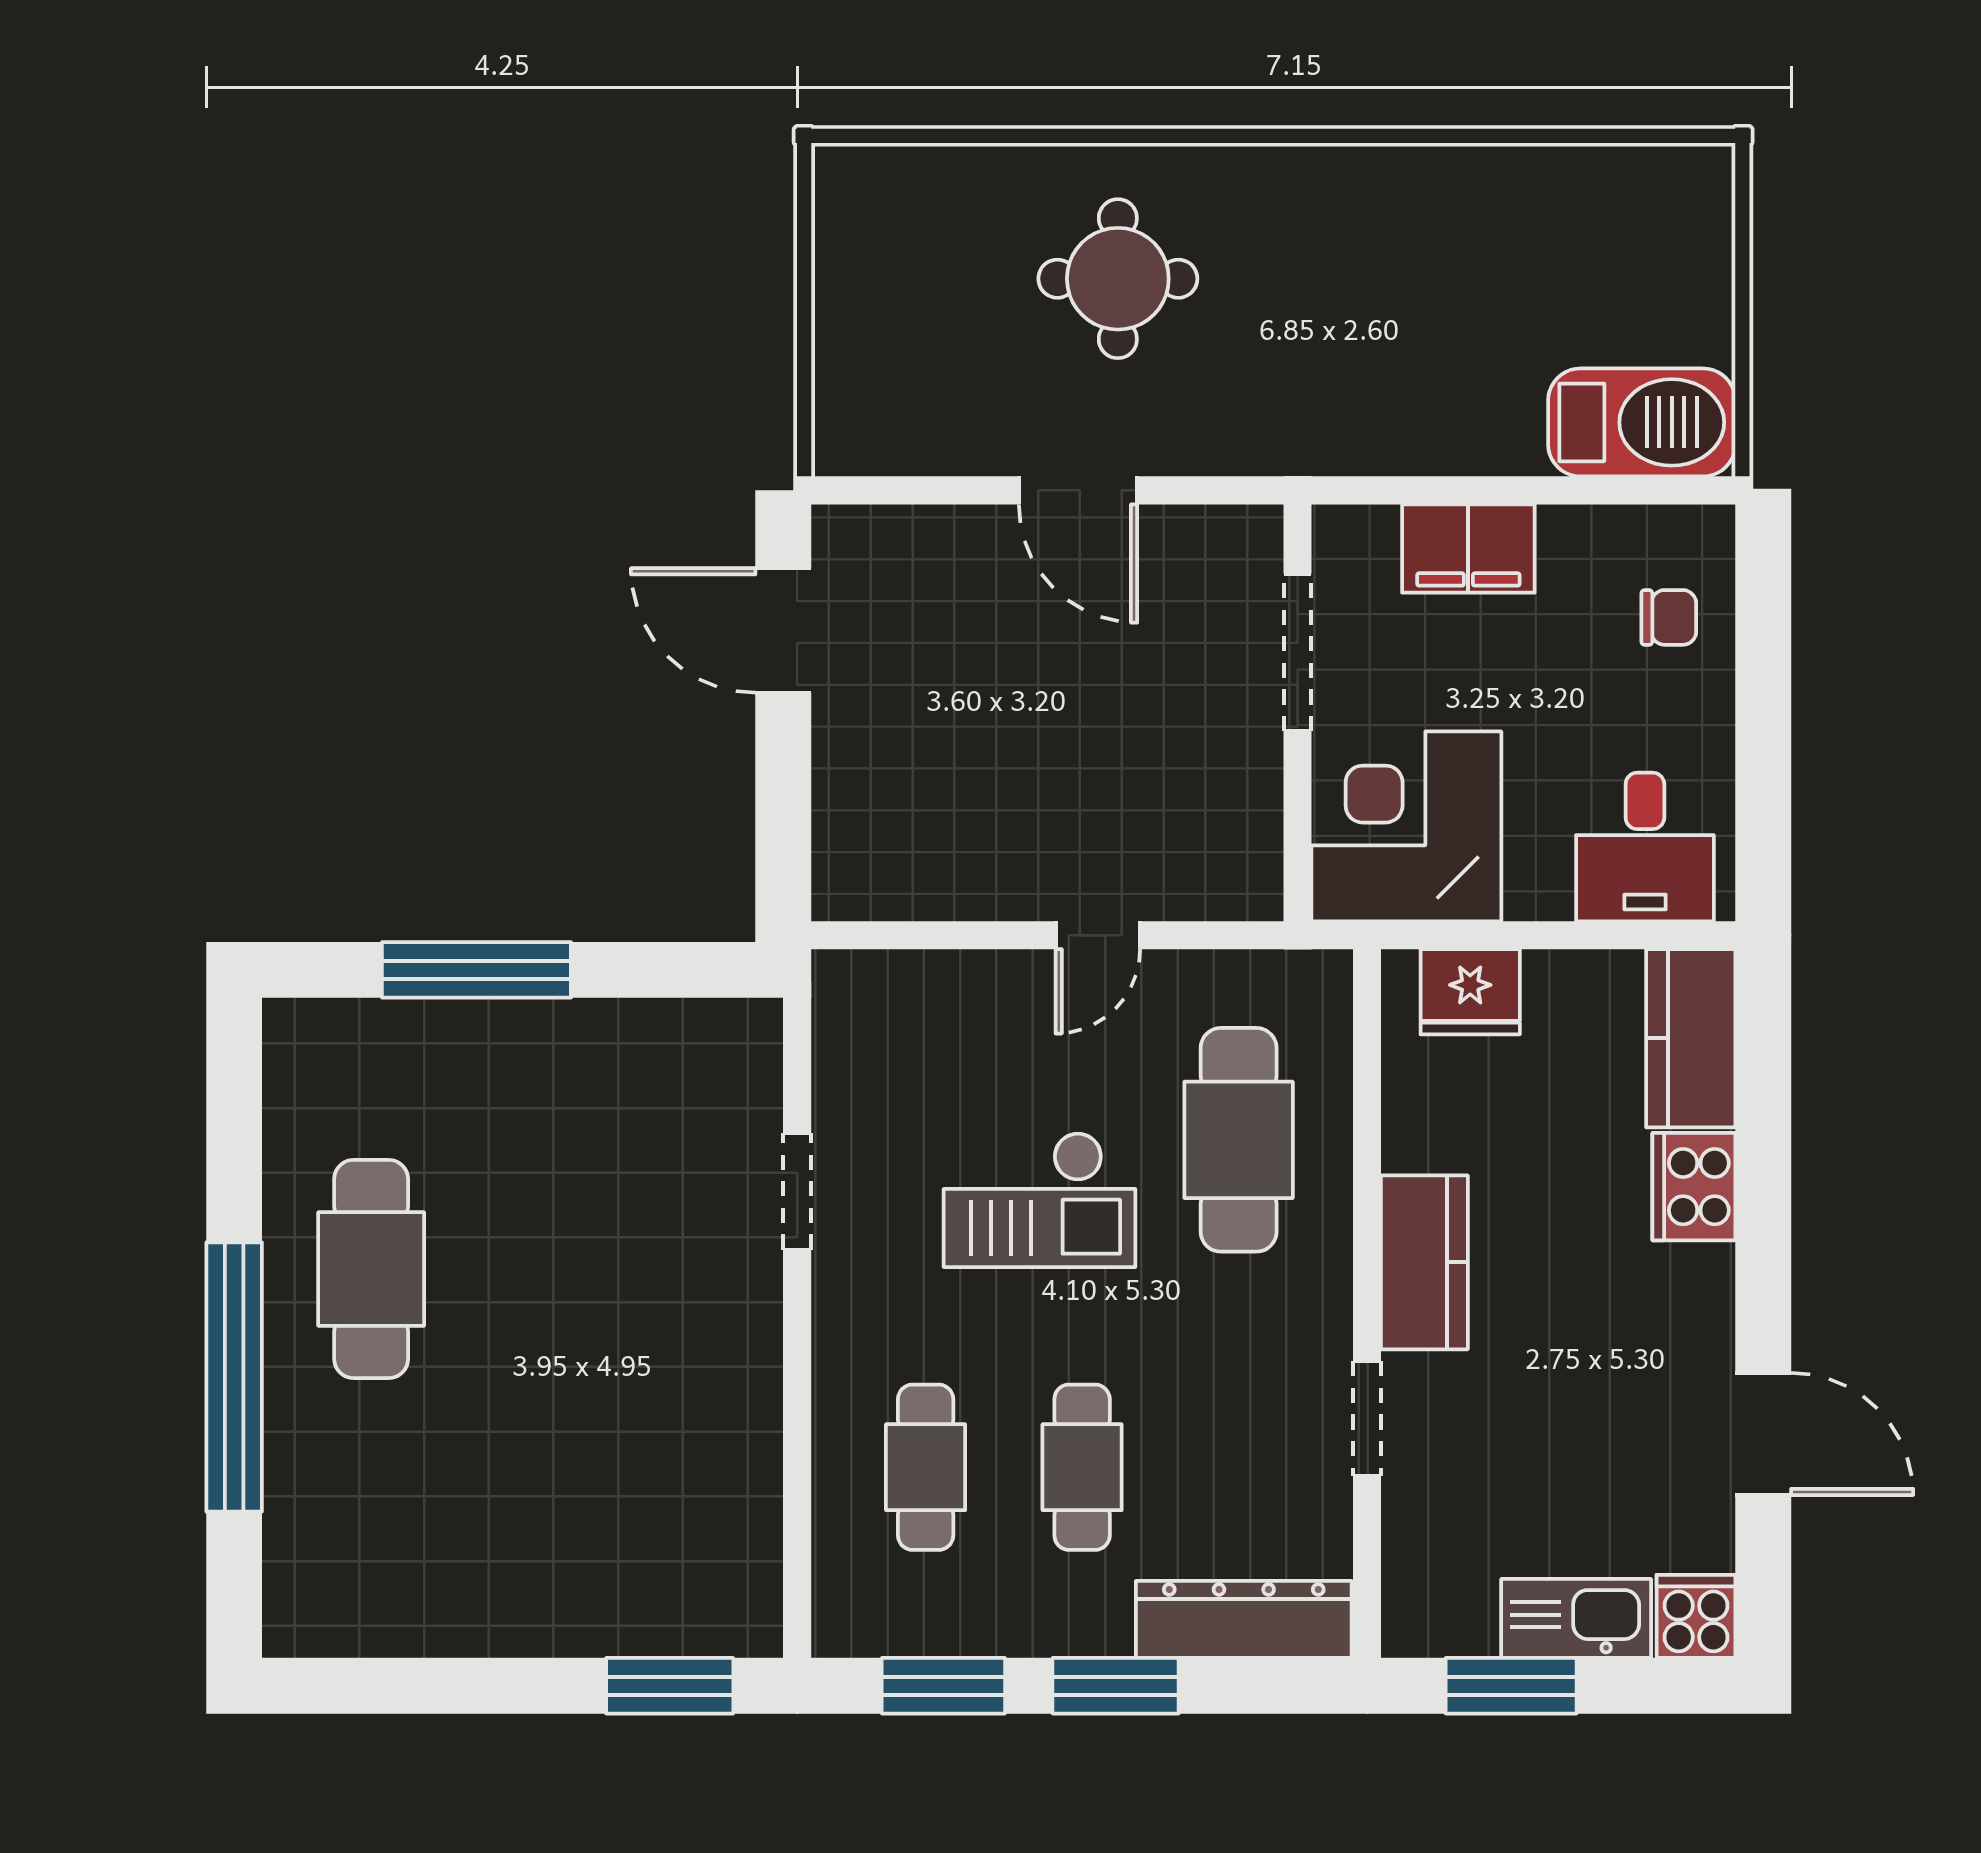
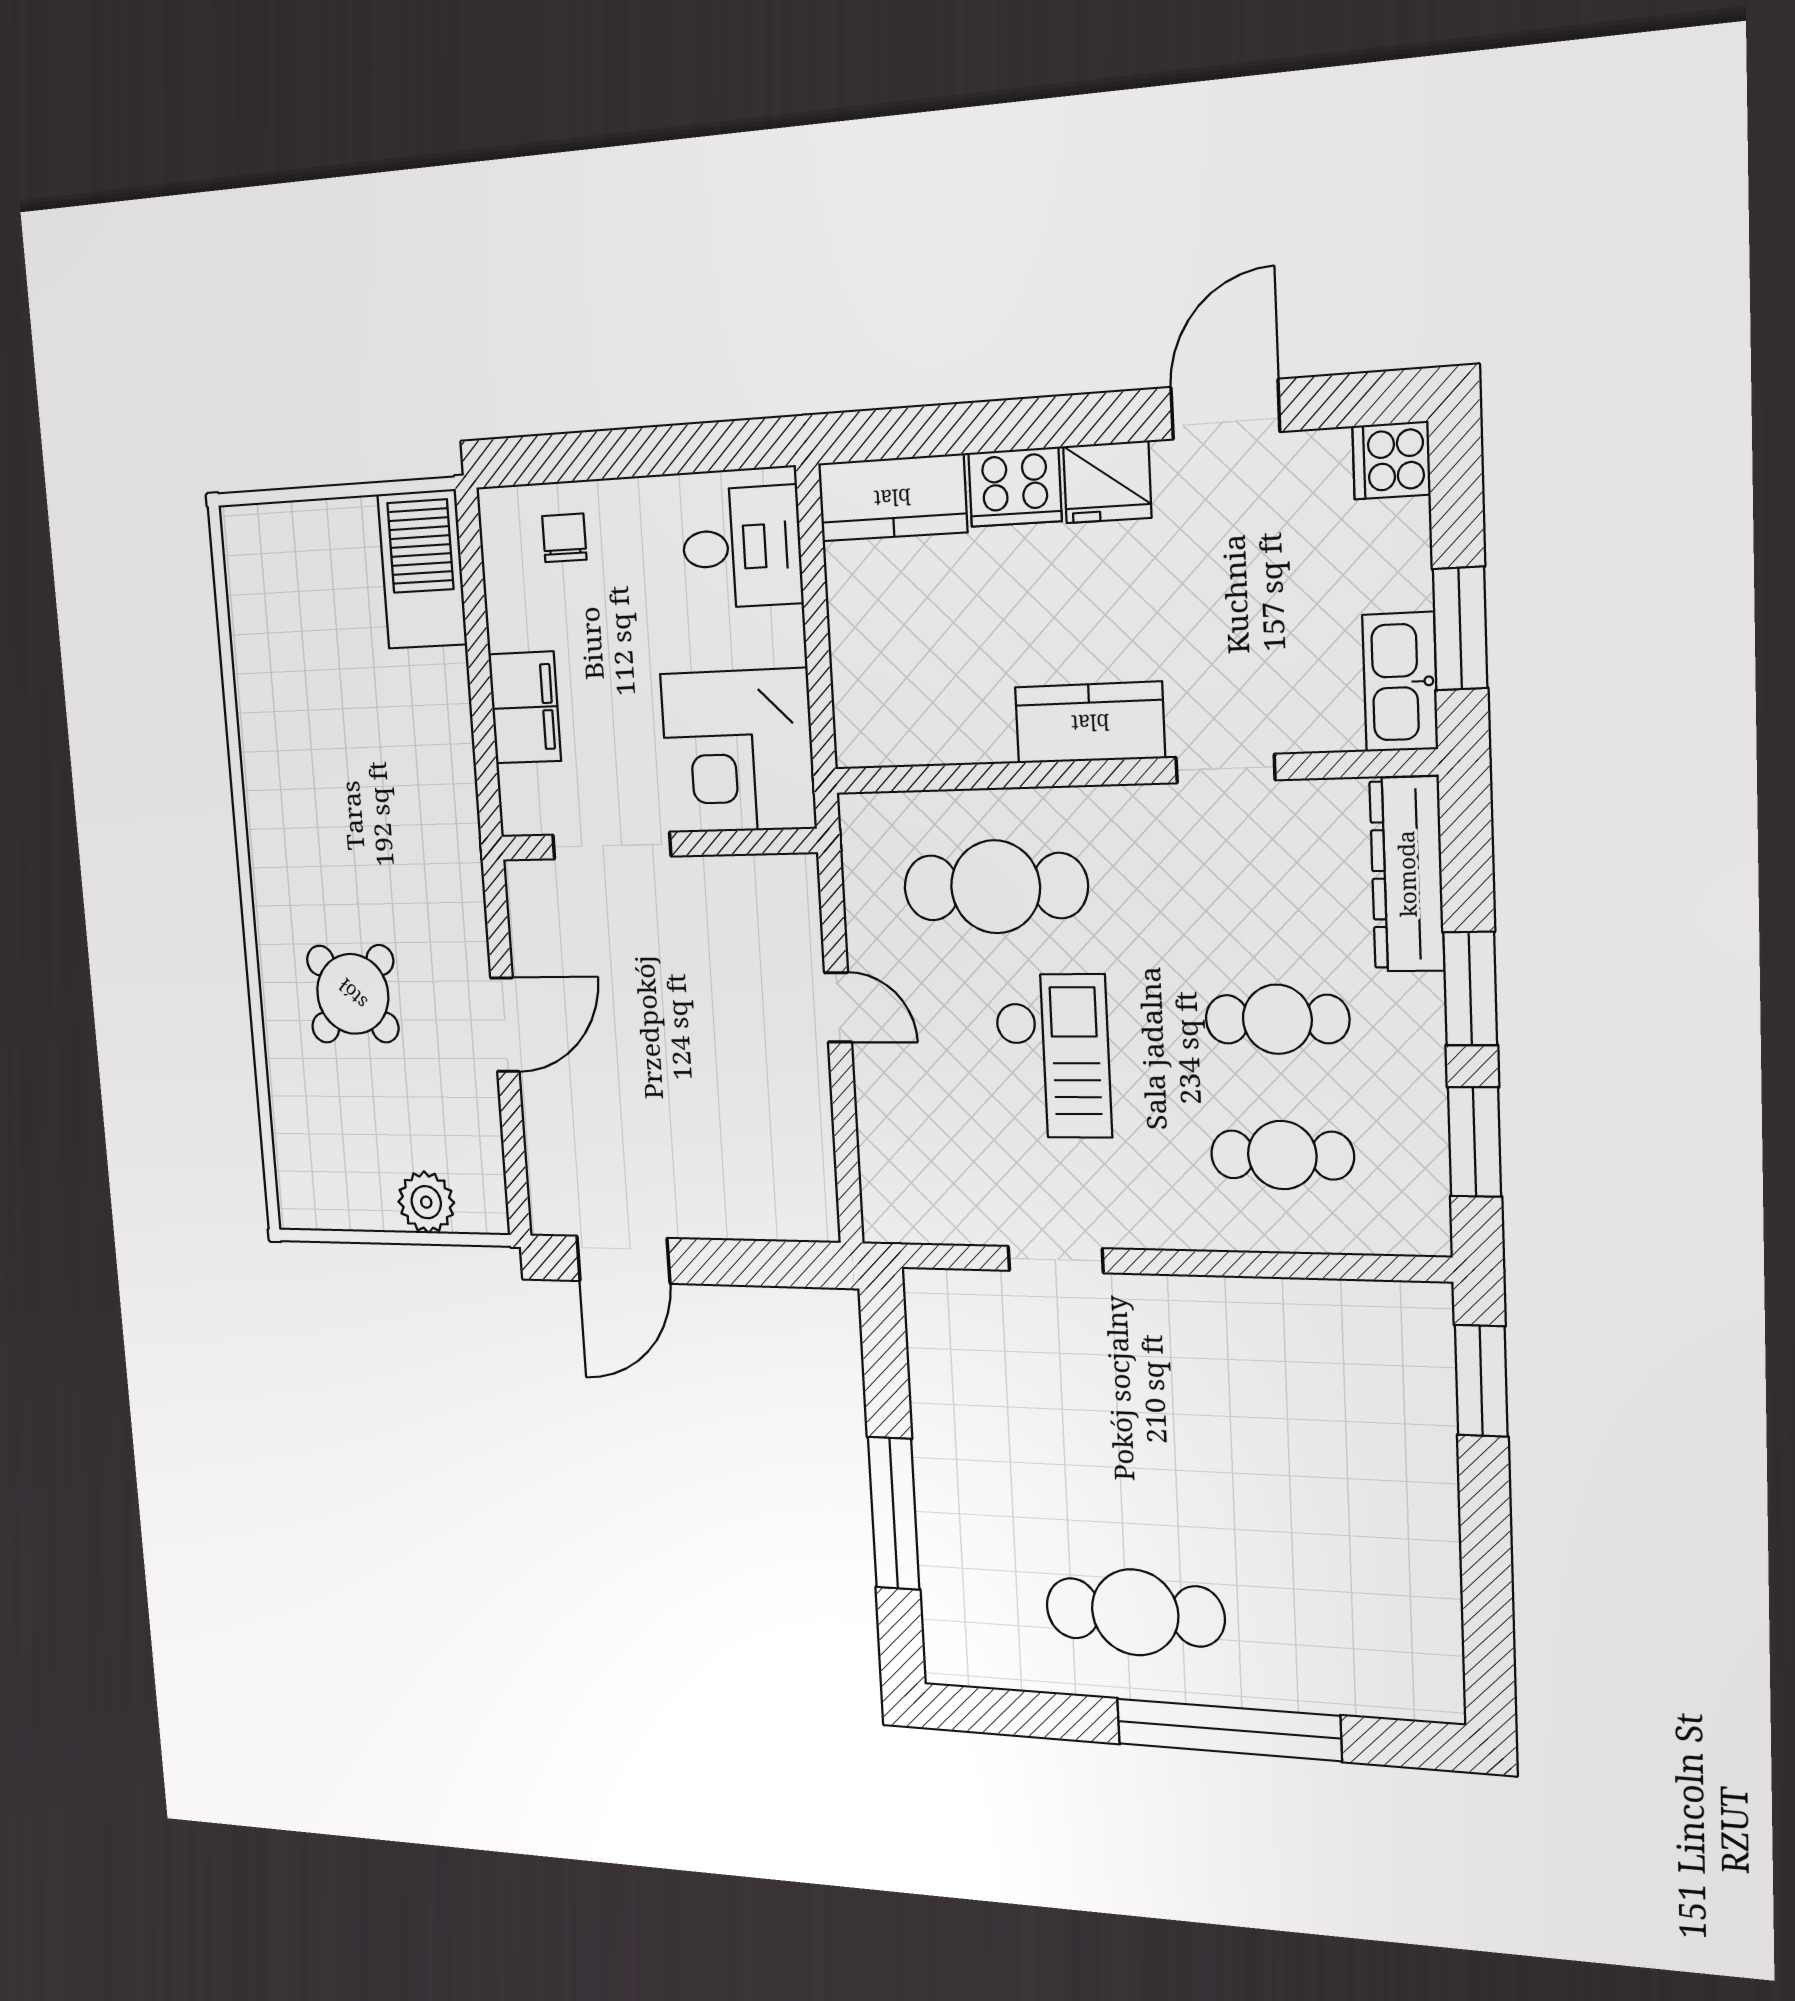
round table: (1118, 279) -> (353, 994), turned 45
plant: (851, 361) -> (426, 1202), added
fridge: (1470, 992) -> (1107, 482), moved, turned 90
kitchen sink: (1576, 1618) -> (1400, 682), moved

